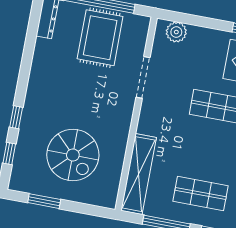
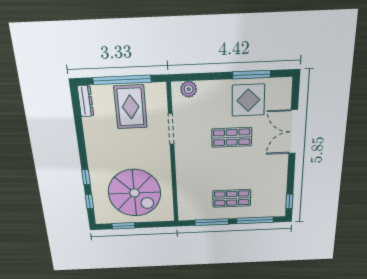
spiral stairs: (73, 155) -> (134, 193), width x1.37, depth x1.37
shelving: (139, 174) -> (185, 195), removed

